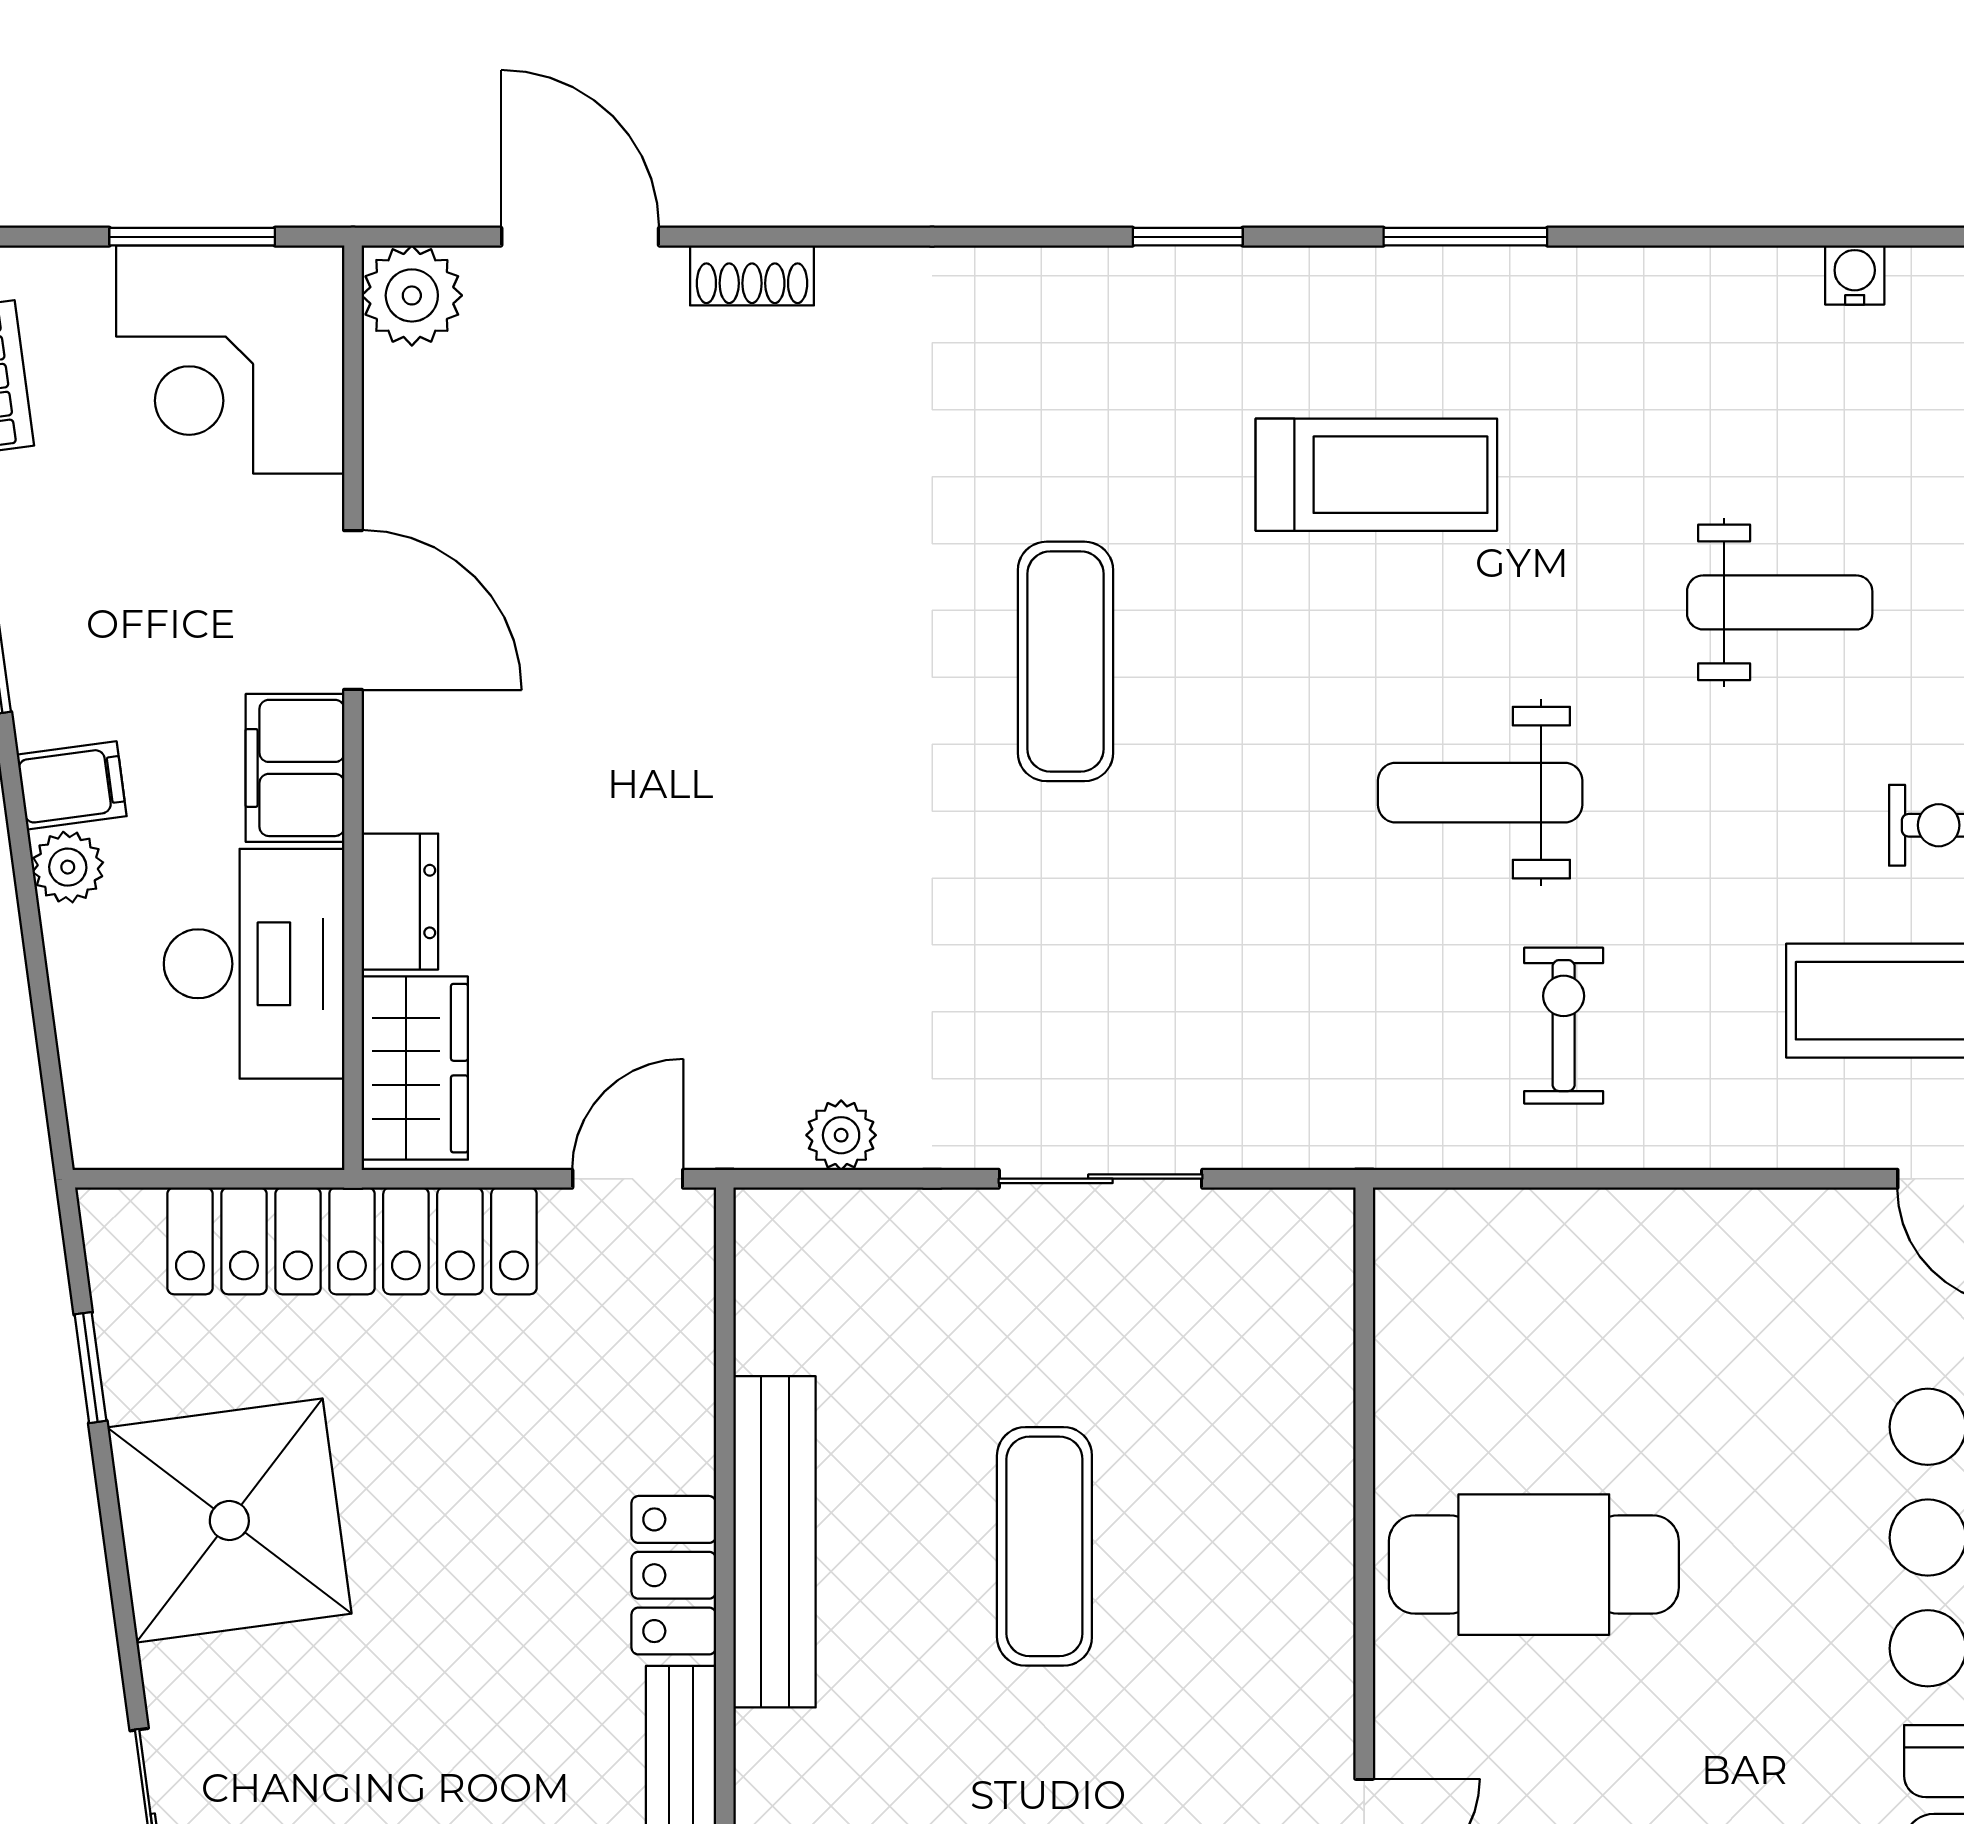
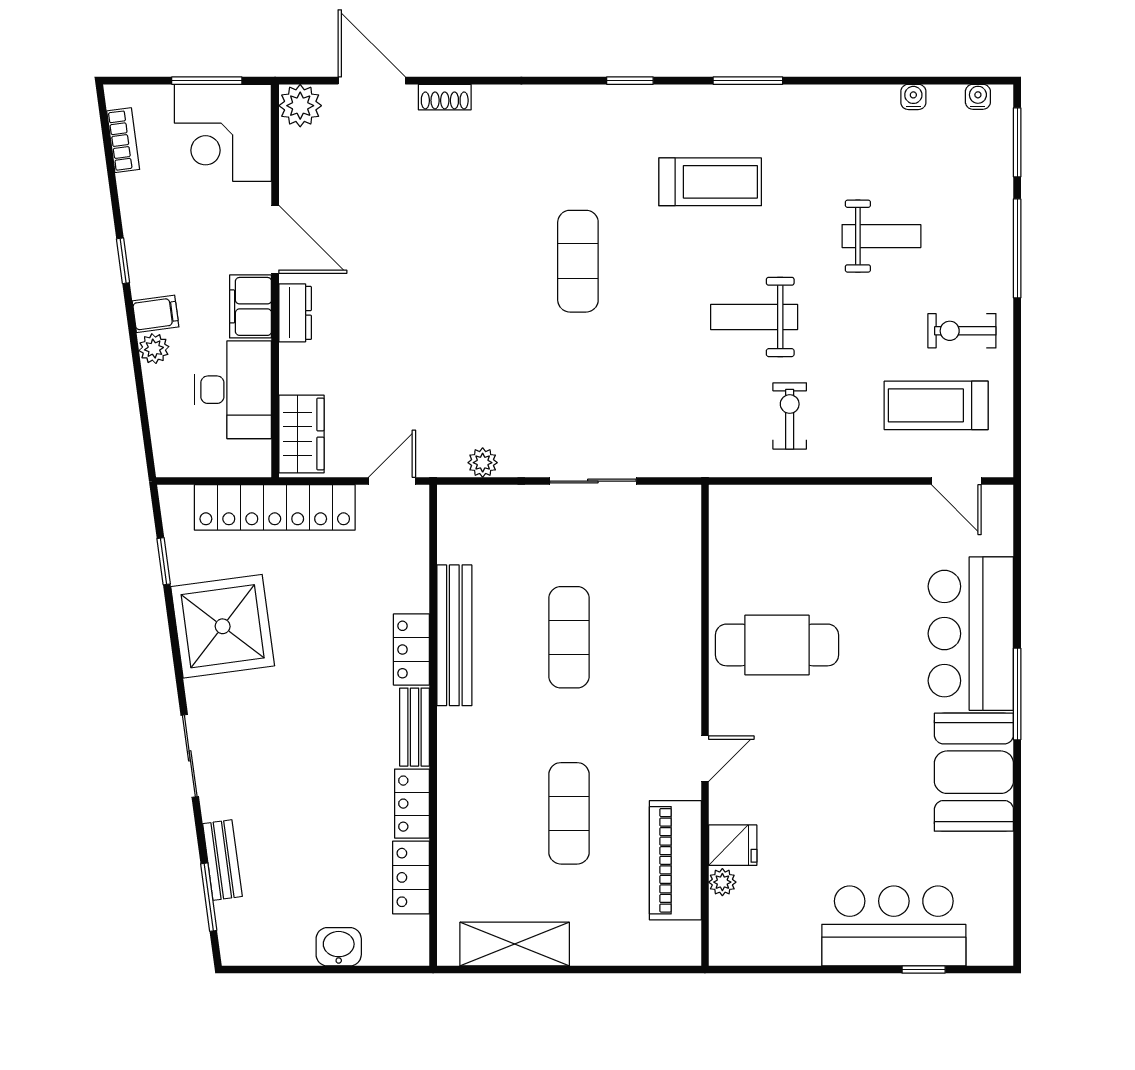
dresser: (400, 902) -> (295, 313), moved

